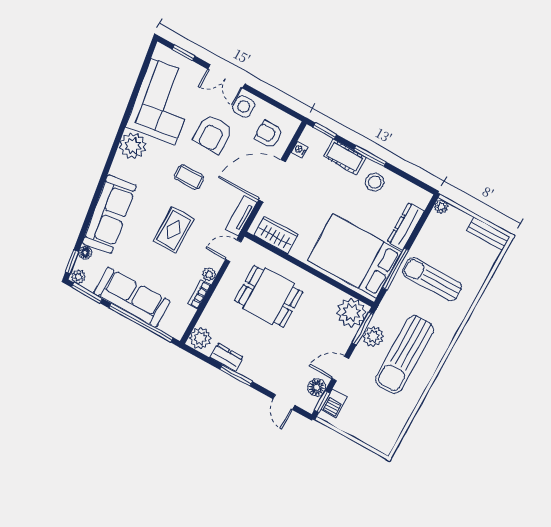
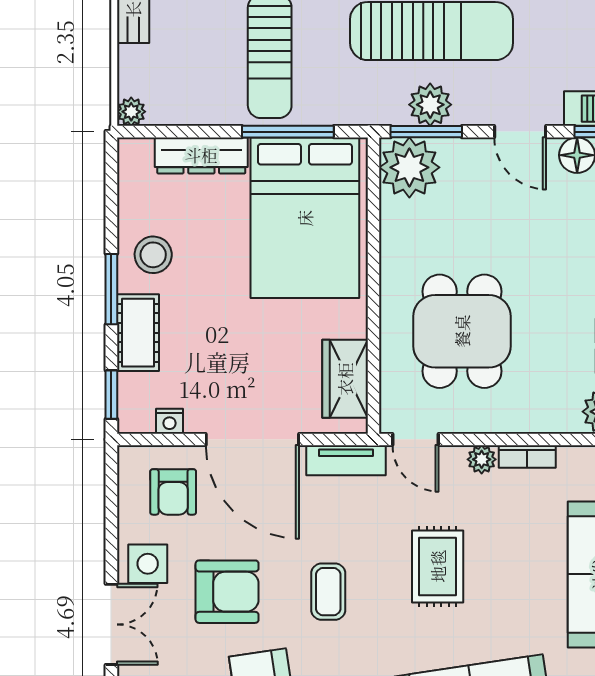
rug: (174, 230) -> (438, 566), turned 90

